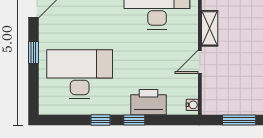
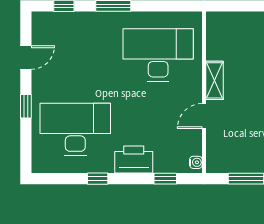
printer: (149, 102) -> (134, 159), moved
window: (134, 120) -> (165, 179), moved

